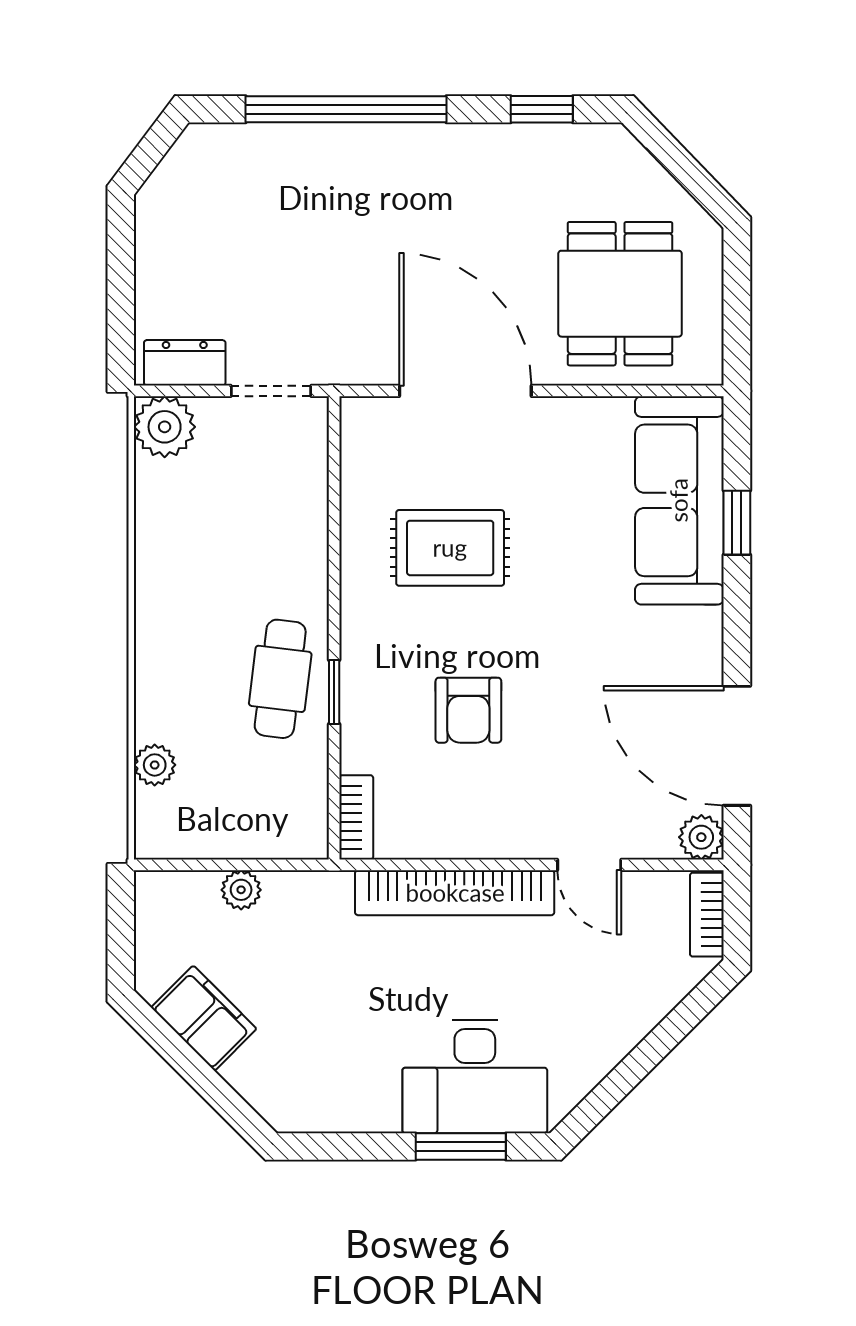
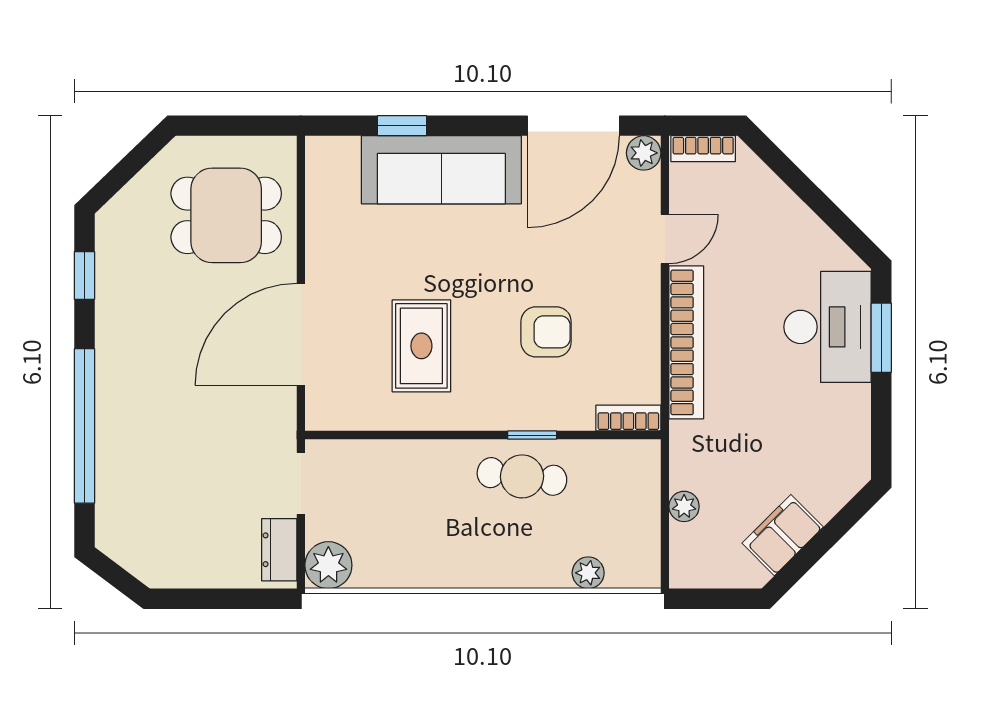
sofa: (679, 500) -> (441, 170), moved

